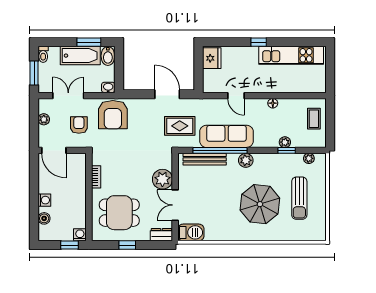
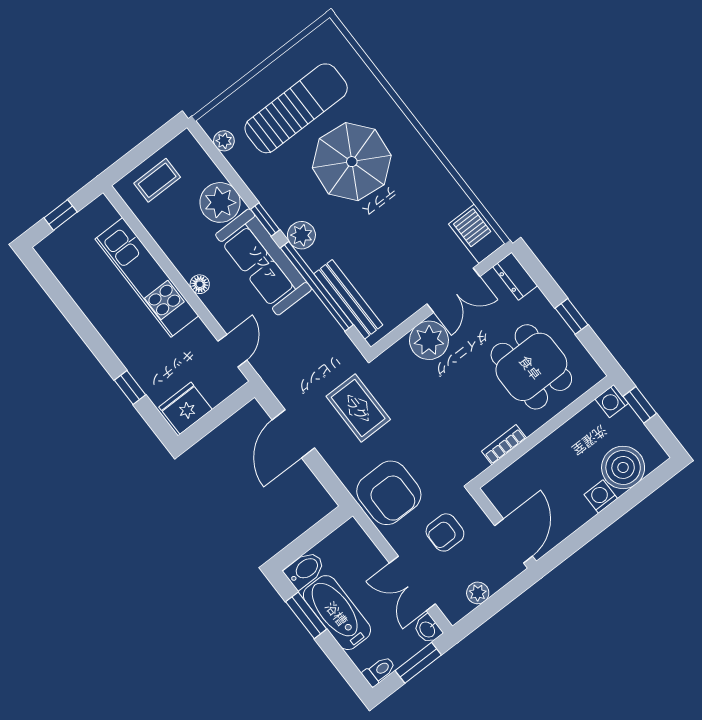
window: (259, 42) -> (130, 387), moved
kitchen unit: (291, 55) -> (147, 277), moved, turned 180
window: (330, 68) -> (61, 215), added
washbasin: (108, 87) -> (428, 629), moved
door: (236, 96) -> (232, 351), moved
floor lamp: (273, 103) -> (200, 284), moved
armchair: (113, 115) -> (389, 493), turned 90
rug: (180, 126) -> (358, 408), moved
sofa: (227, 136) -> (264, 262), moved
plant: (285, 142) -> (220, 202), width x1.87, depth x1.87
window: (287, 150) -> (265, 219), moved
sun lounger: (299, 198) -> (296, 108), width x1.36, depth x1.34
boiler: (44, 218) -> (623, 467), width x1.86, depth x1.86

